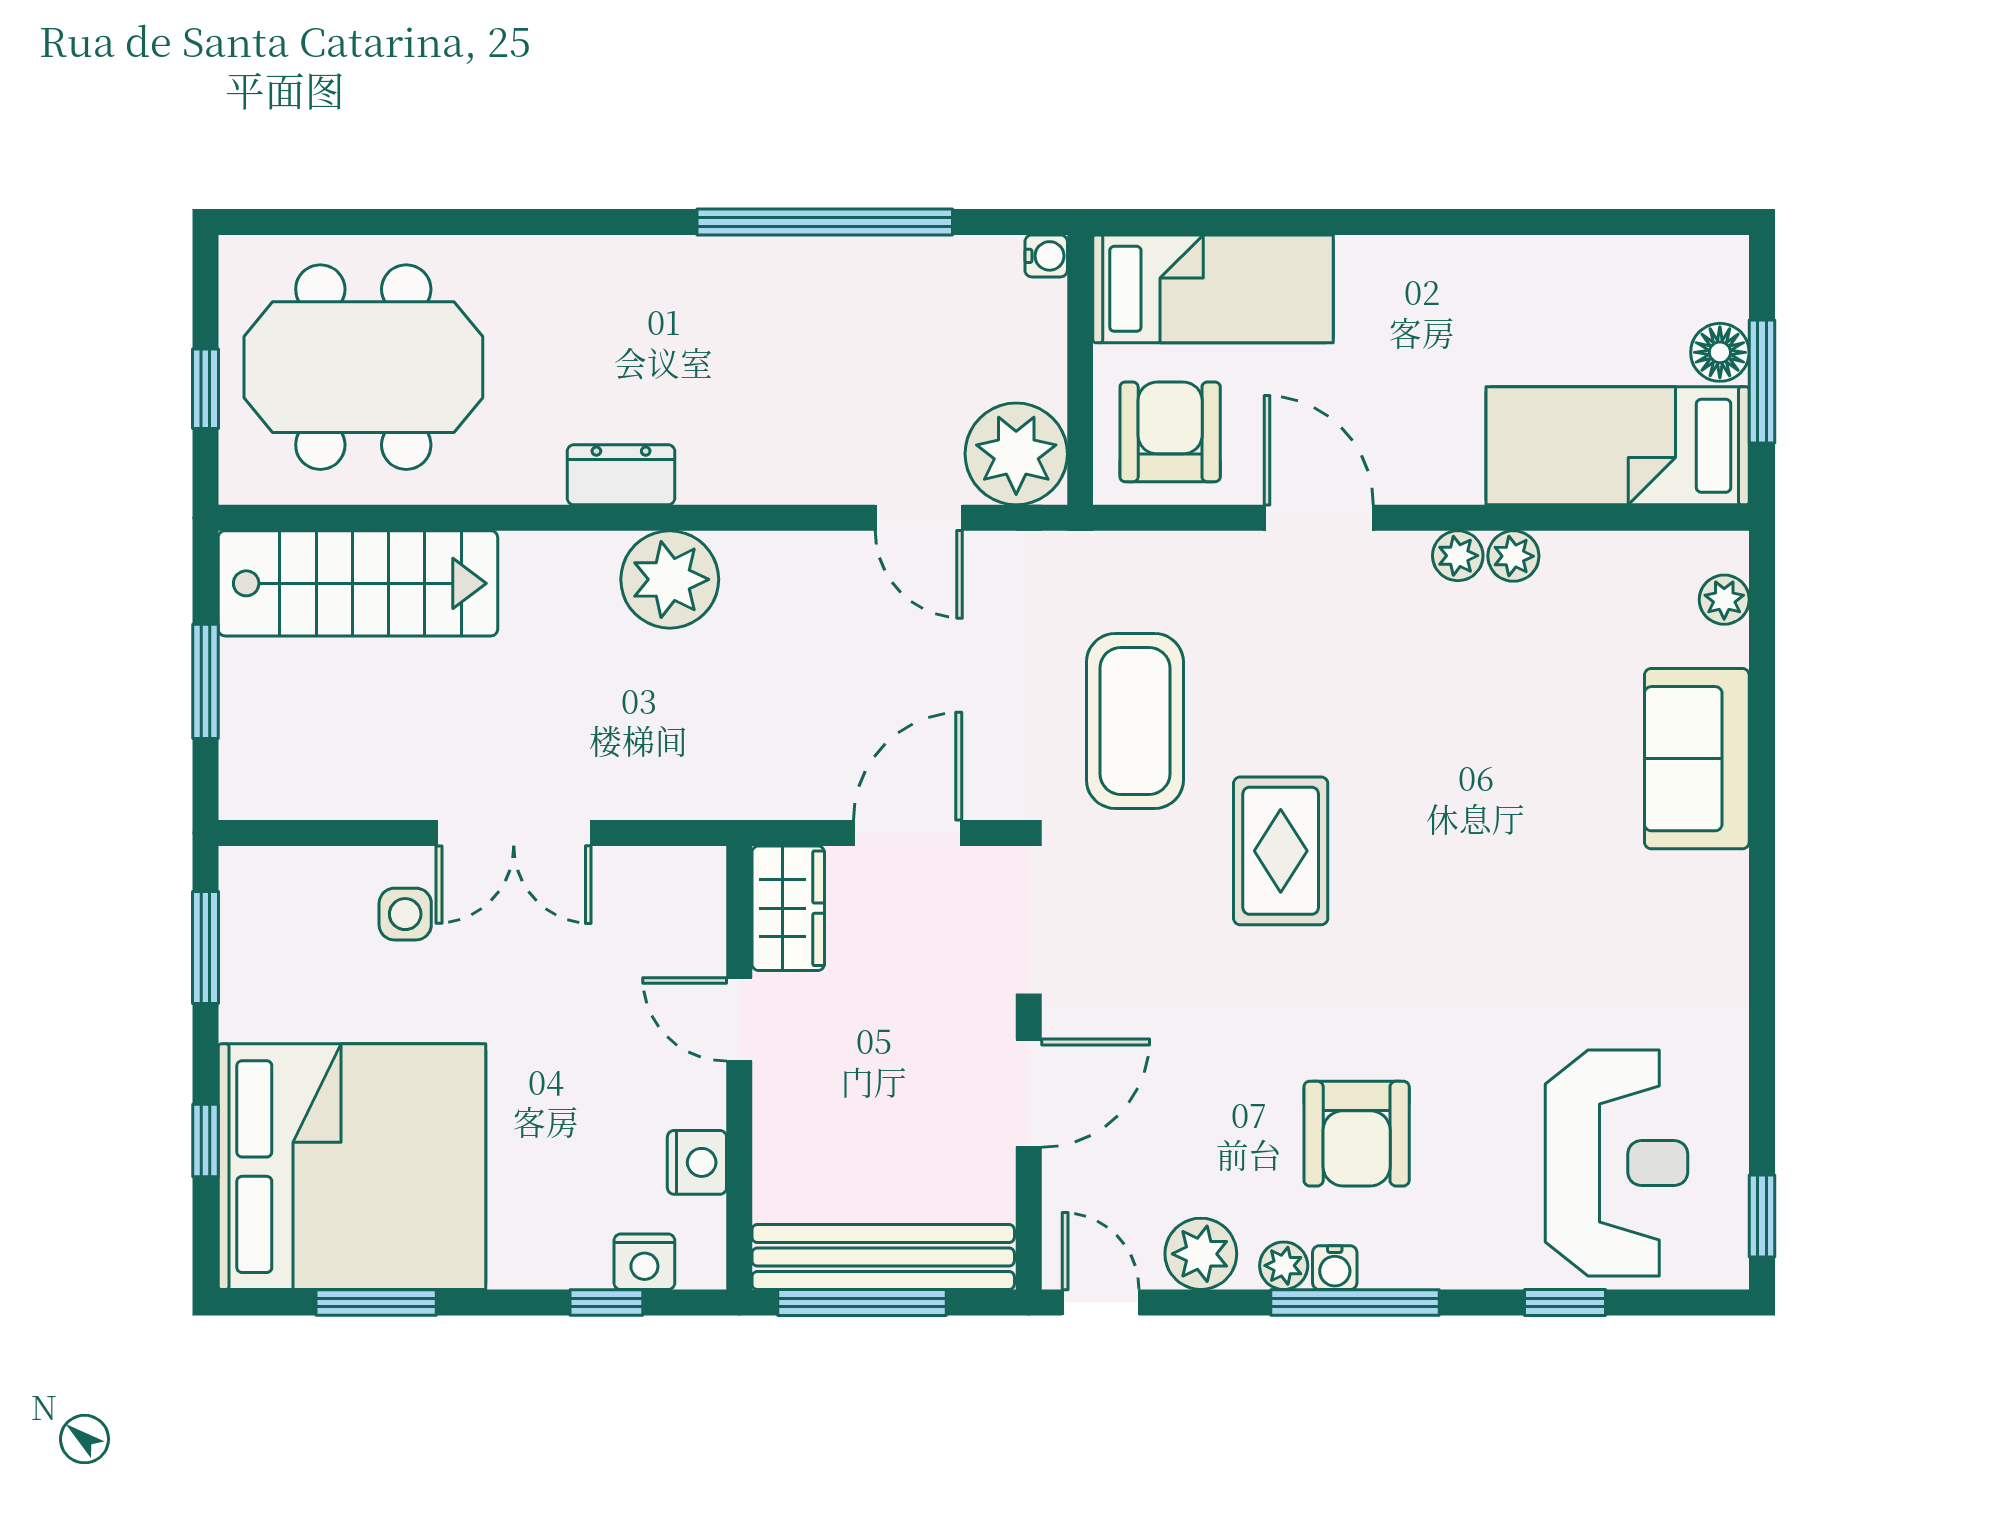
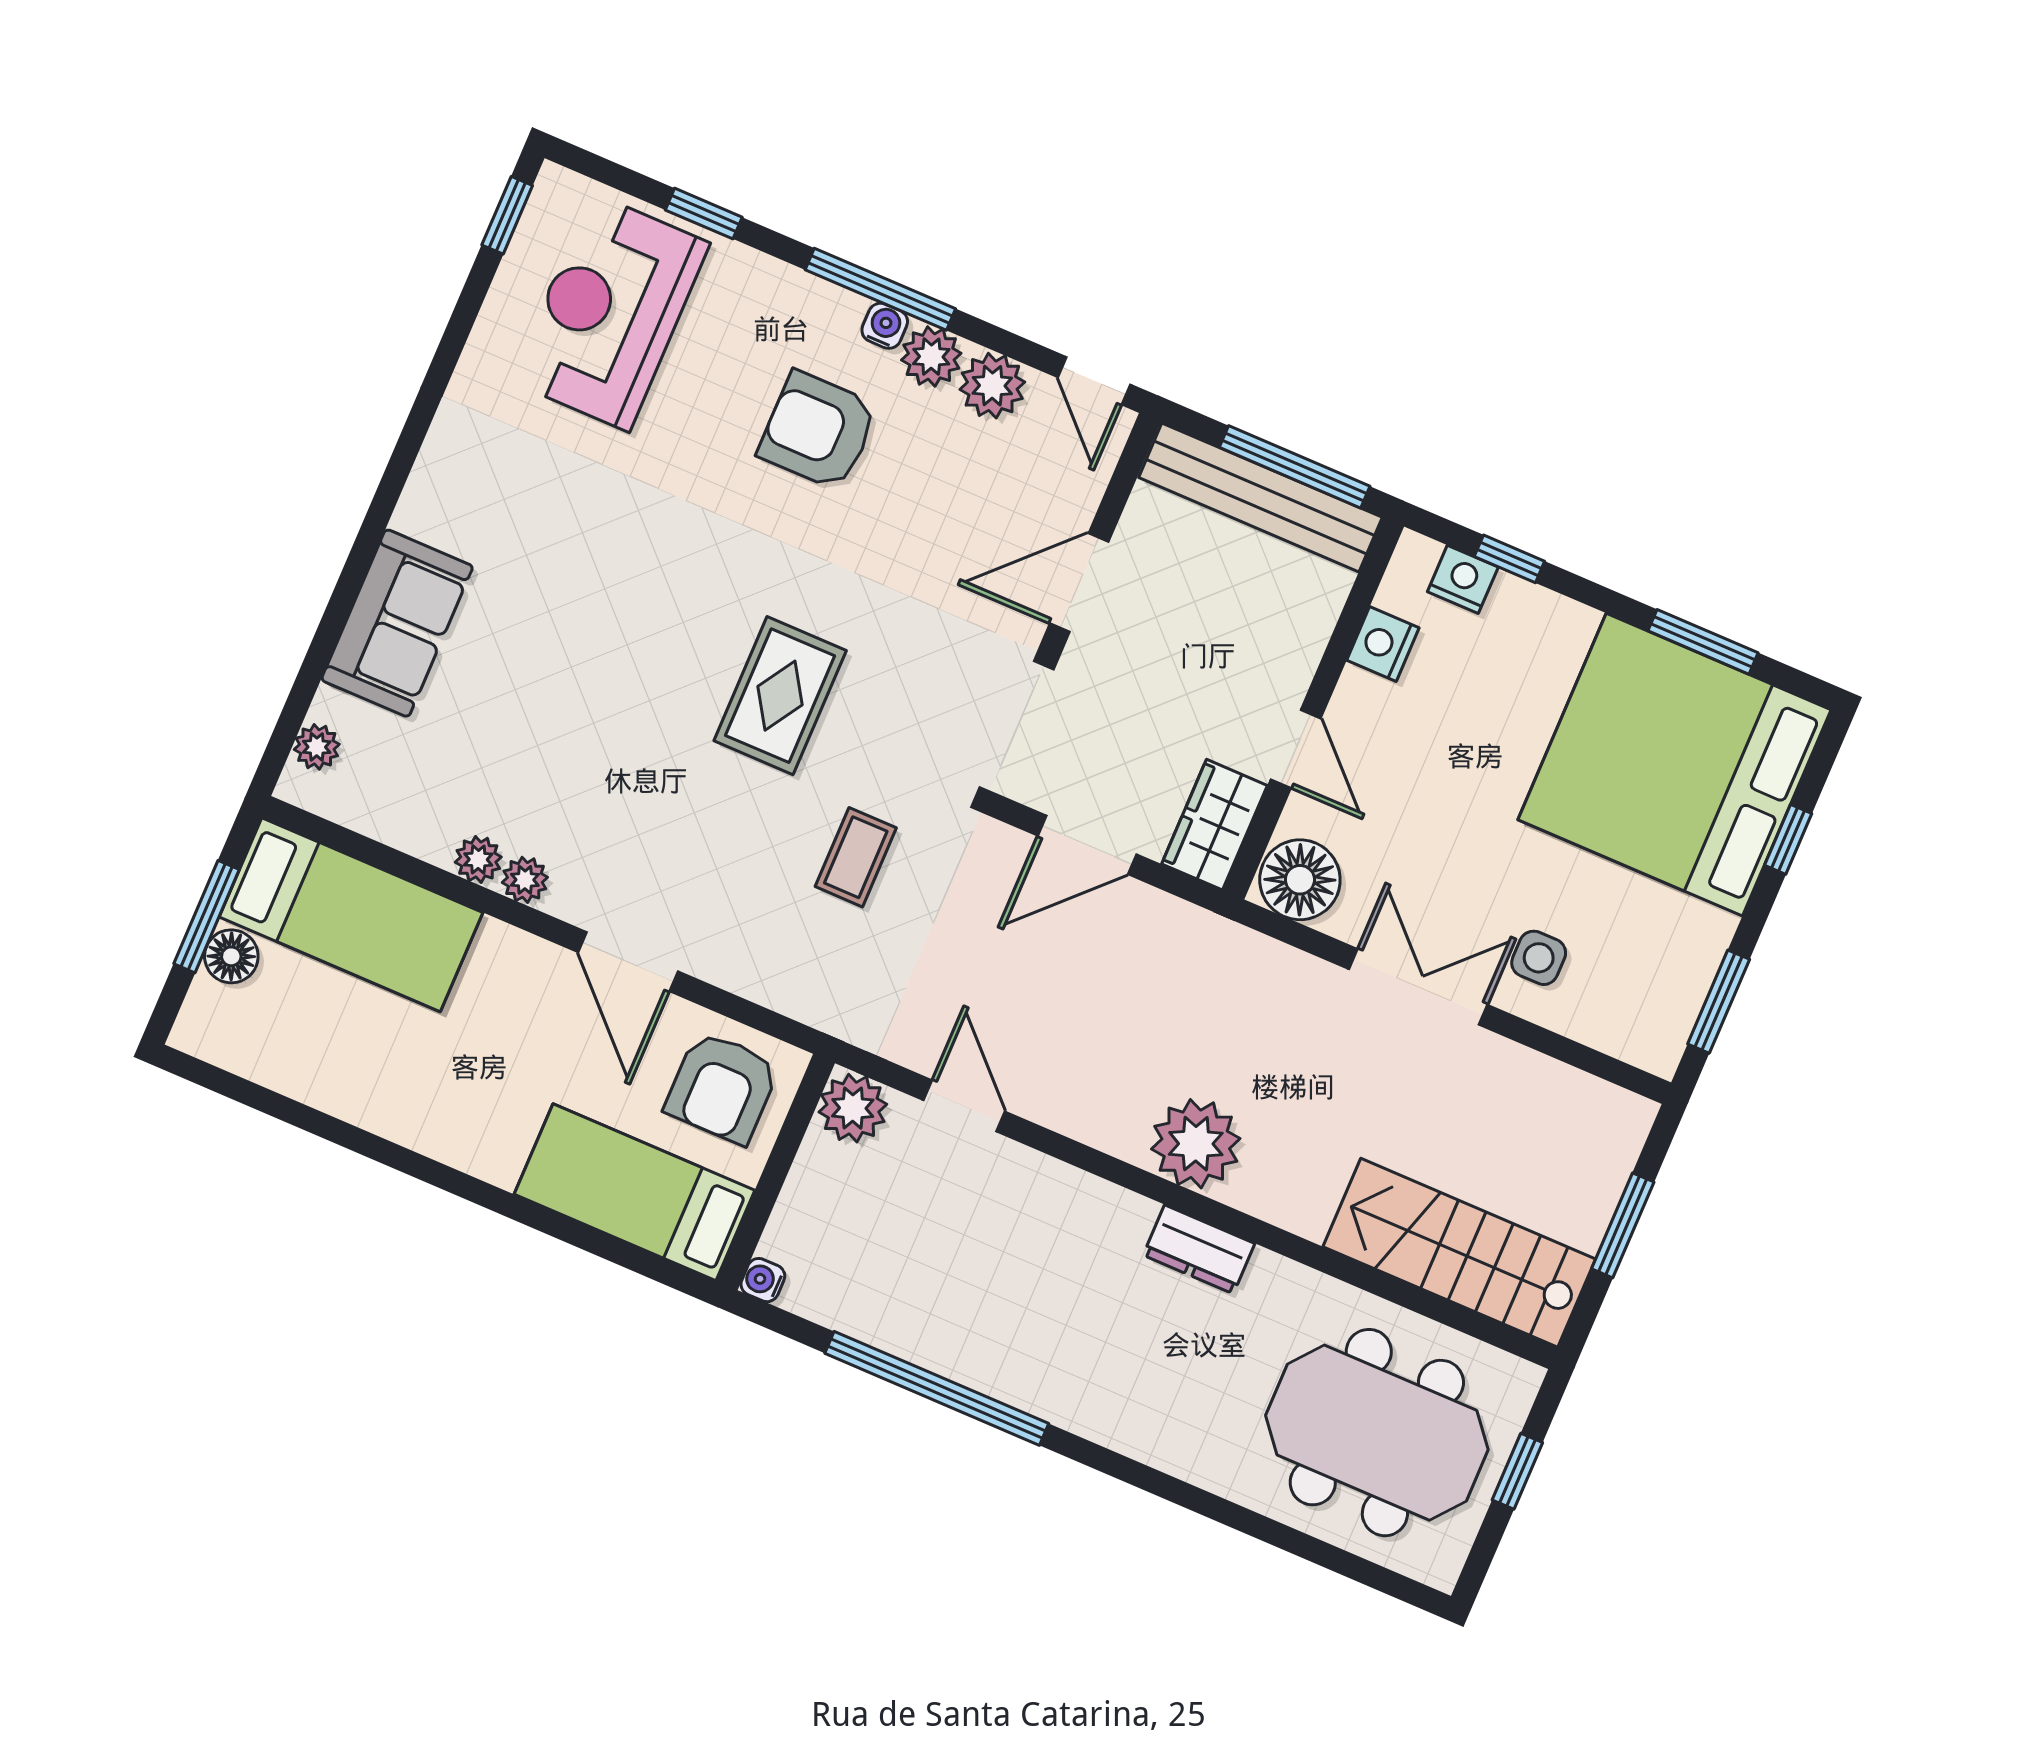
plant: (1016, 454) -> (853, 1108), width x0.73, depth x0.73
coffee table: (1135, 721) -> (856, 857), width x0.54, depth x0.58
floor lamp: (679, 890) -> (1300, 880), added
armchair: (1357, 1134) -> (818, 431), turned -90
plant: (1284, 1266) -> (931, 357), width x1.38, depth x1.38

